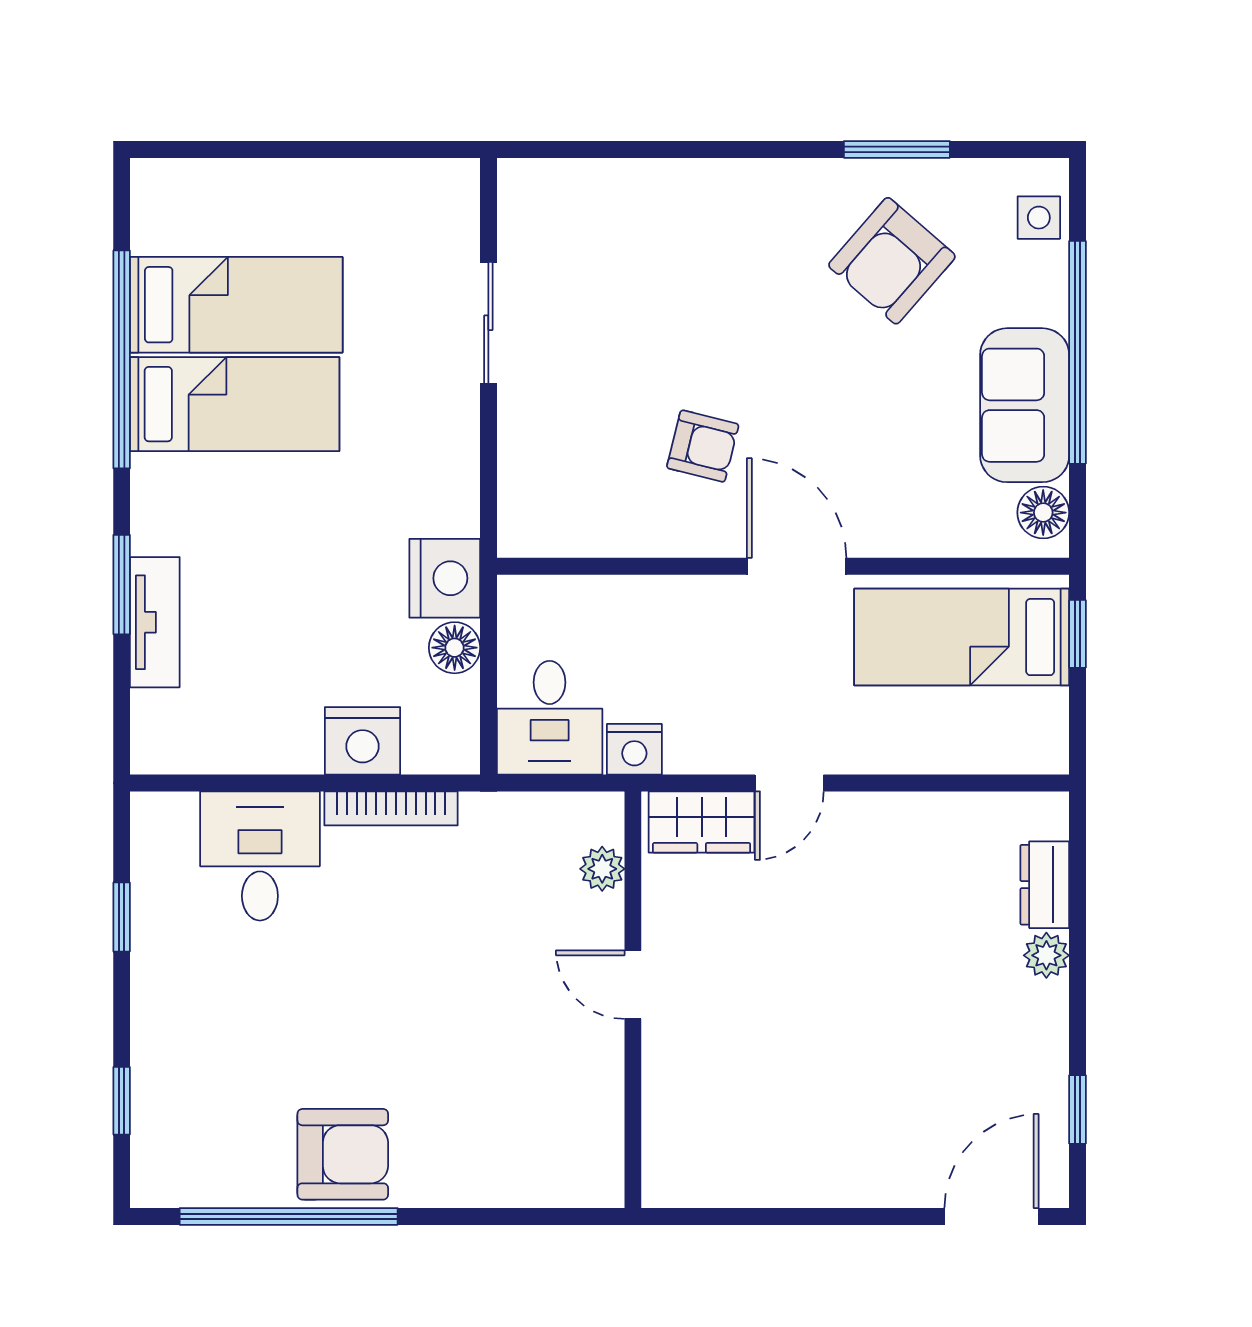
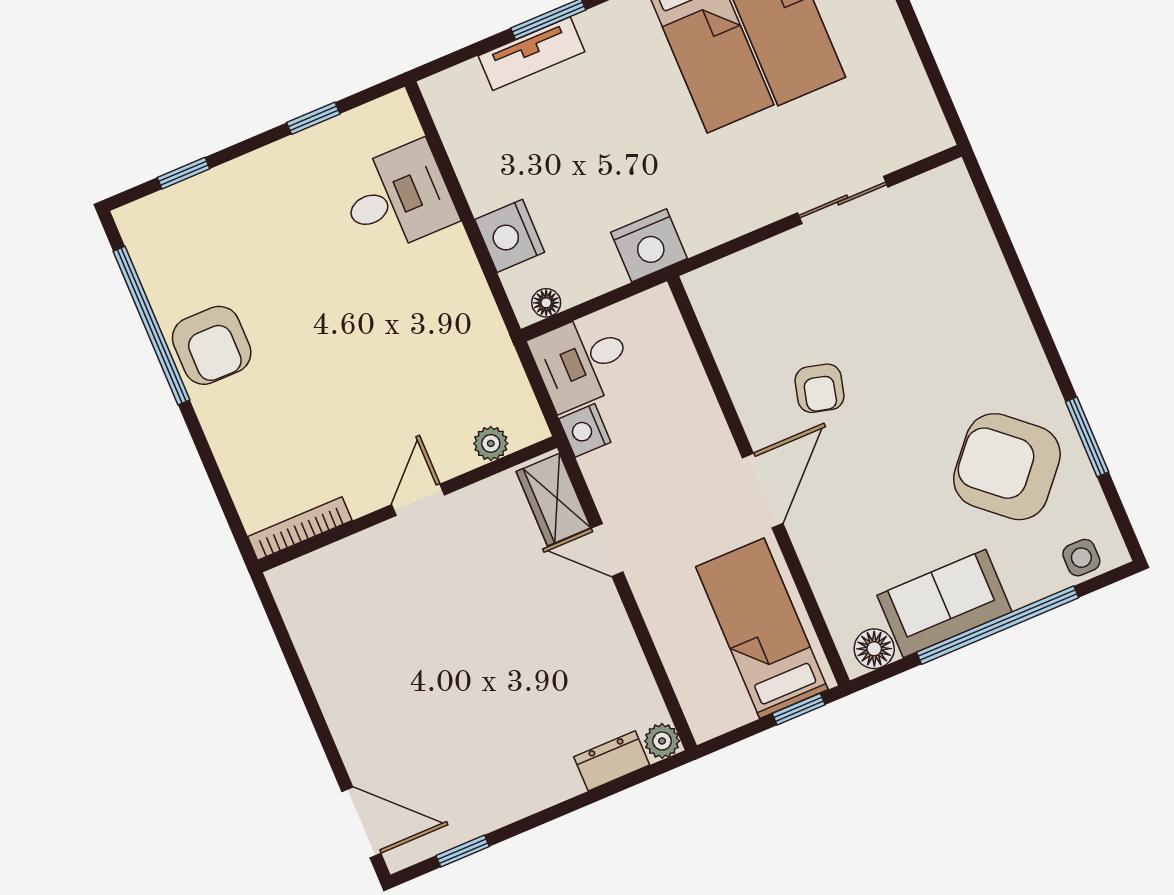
armchair: (892, 261) -> (1007, 467), width x1.36, depth x1.36
floor lamp: (455, 648) -> (546, 303), moved, width x0.73, depth x0.73
bookcase: (391, 808) -> (300, 529), moved, turned 90
plant: (1046, 955) -> (662, 741), moved

